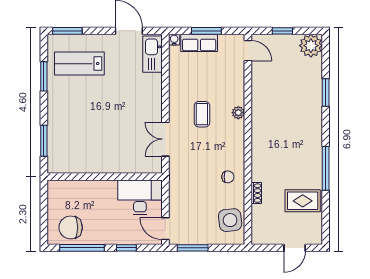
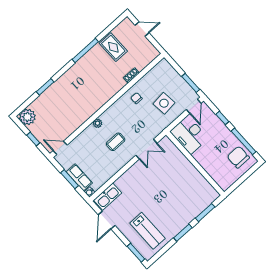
door: (248, 51) -> (60, 148), hinge flipped
window: (44, 76) -> (183, 233), moved
side table: (230, 220) -> (164, 103), moved
chair: (71, 227) -> (238, 157), turned 180

